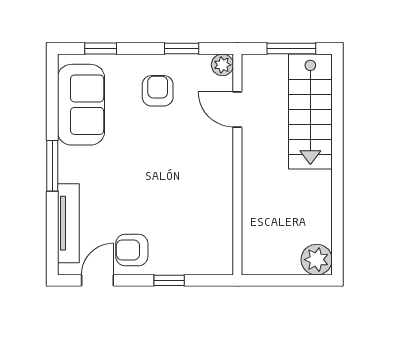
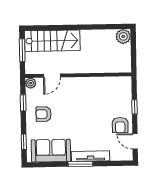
tv unit: (68, 223) -> (91, 156), moved

